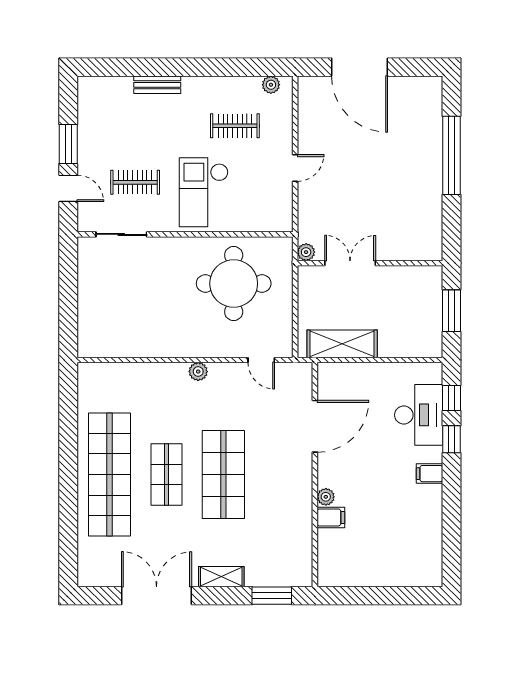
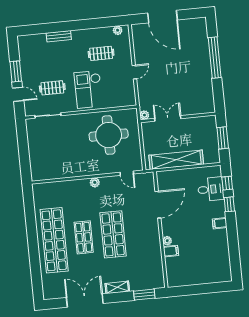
shelving: (342, 344) -> (176, 160), width x1.47
desk: (419, 415) -> (211, 189), width x0.73

